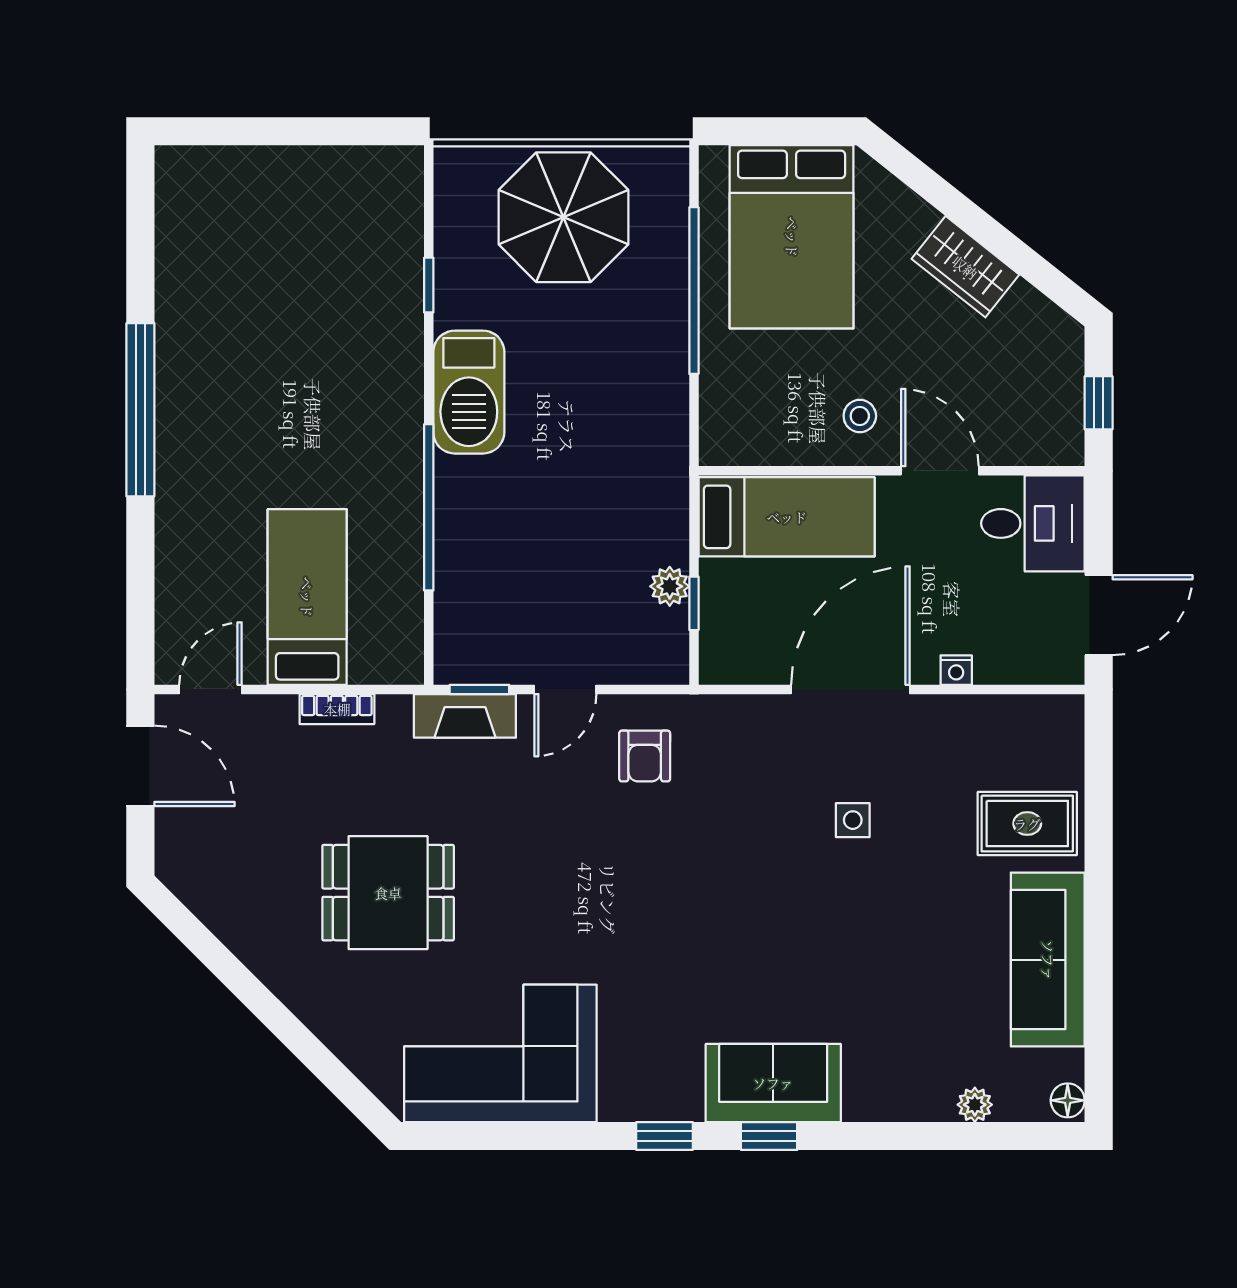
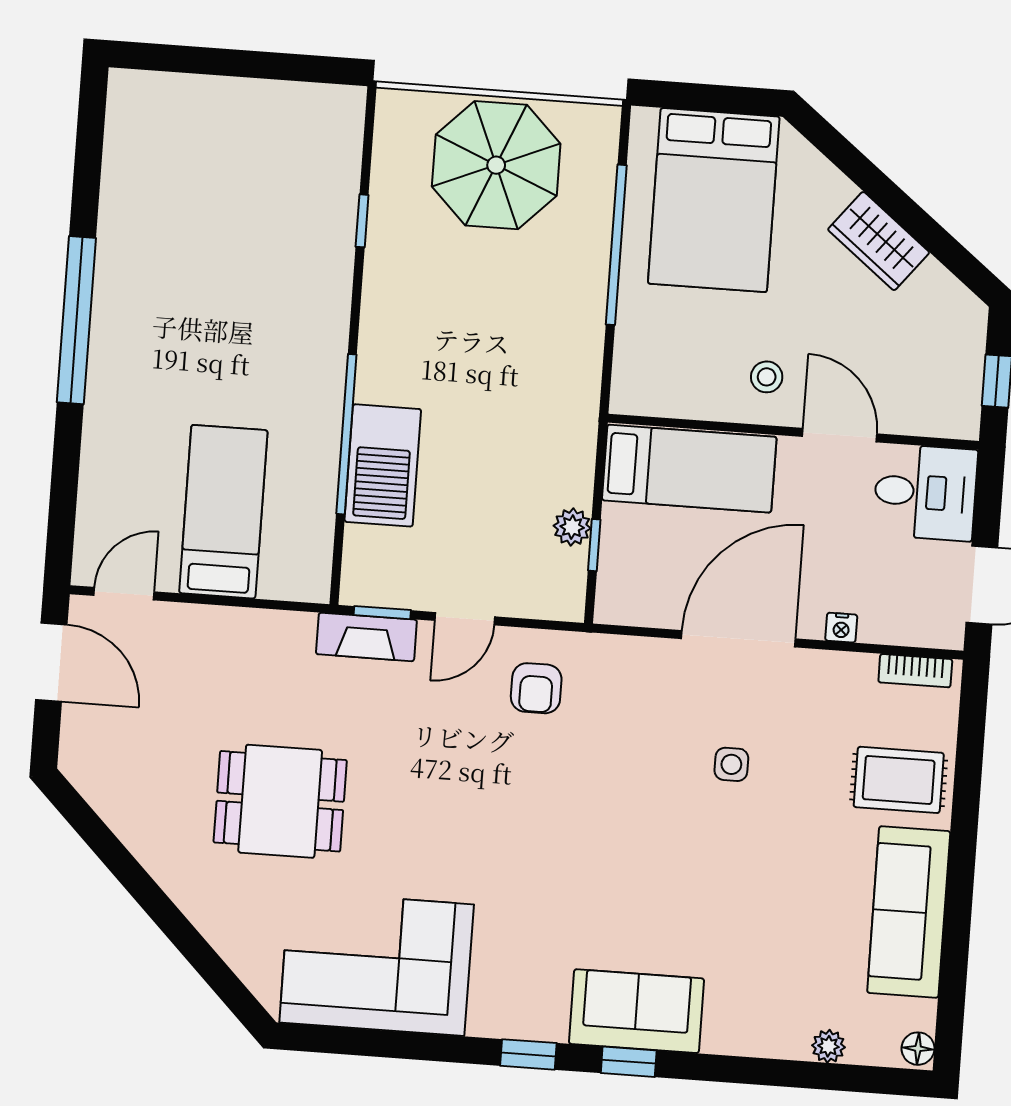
barbecue: (469, 392) -> (383, 465), moved
bookcase: (337, 709) -> (915, 671), moved

